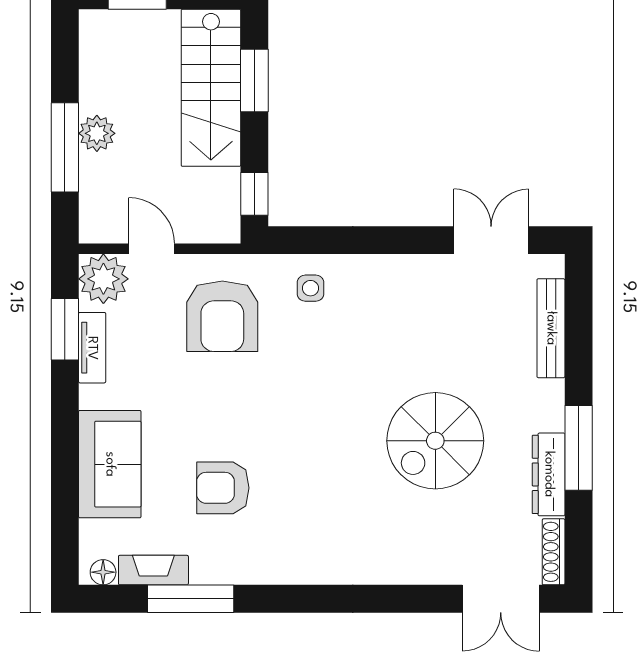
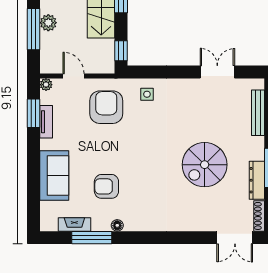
double door: (491, 240) -> (217, 72), moved
plant: (103, 279) -> (46, 85), width x0.53, depth x0.53
armchair: (222, 316) -> (106, 107), turned 180
floor lamp: (103, 572) -> (117, 225), moved

